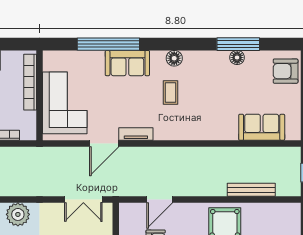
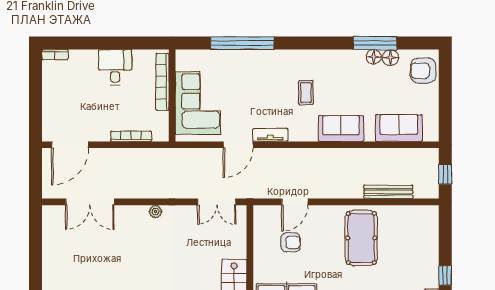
floor lamp: (174, 58) -> (390, 58), moved
sofa: (127, 63) -> (341, 129), moved, turned 180
plant: (18, 214) -> (156, 211), width x0.53, depth x0.53

